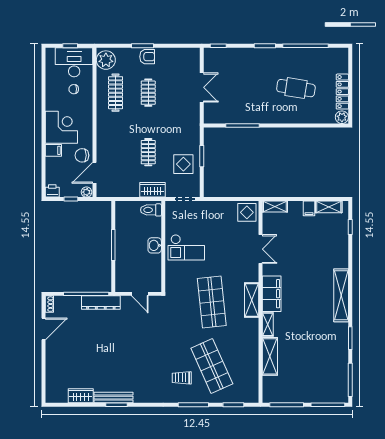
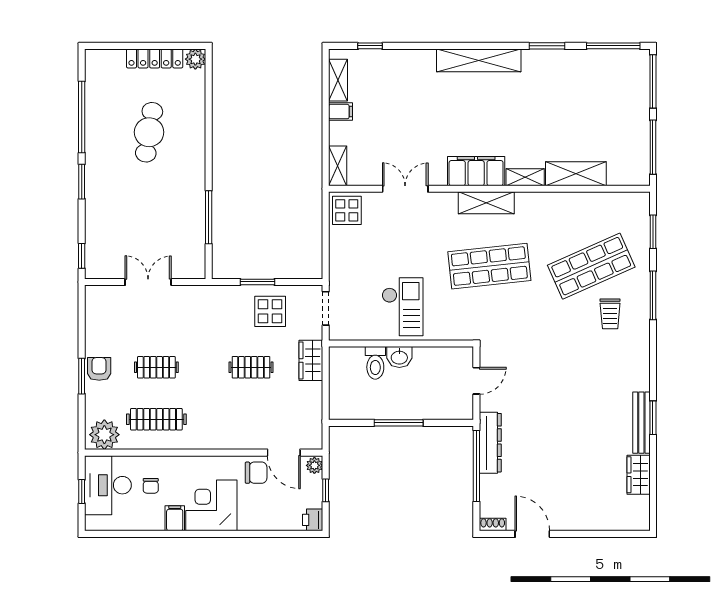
filing cabinet: (53, 150) -> (175, 518), moved
chair: (82, 155) -> (256, 473), turned -90
toilet: (151, 210) -> (375, 363), moved

